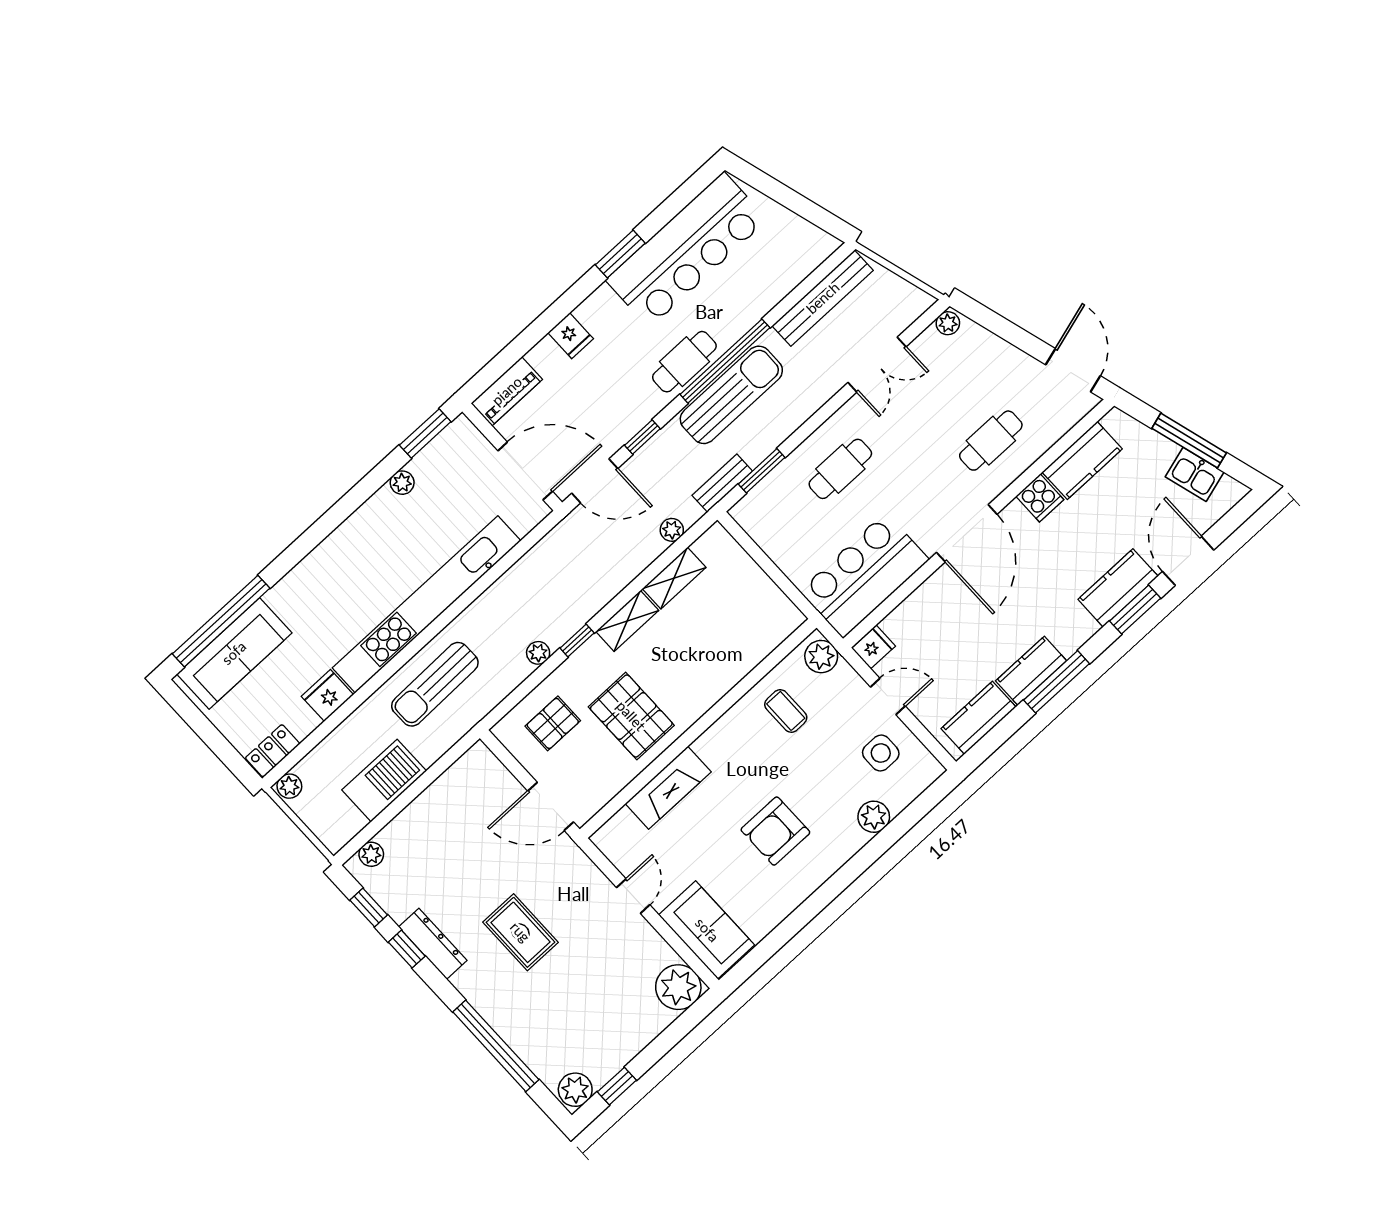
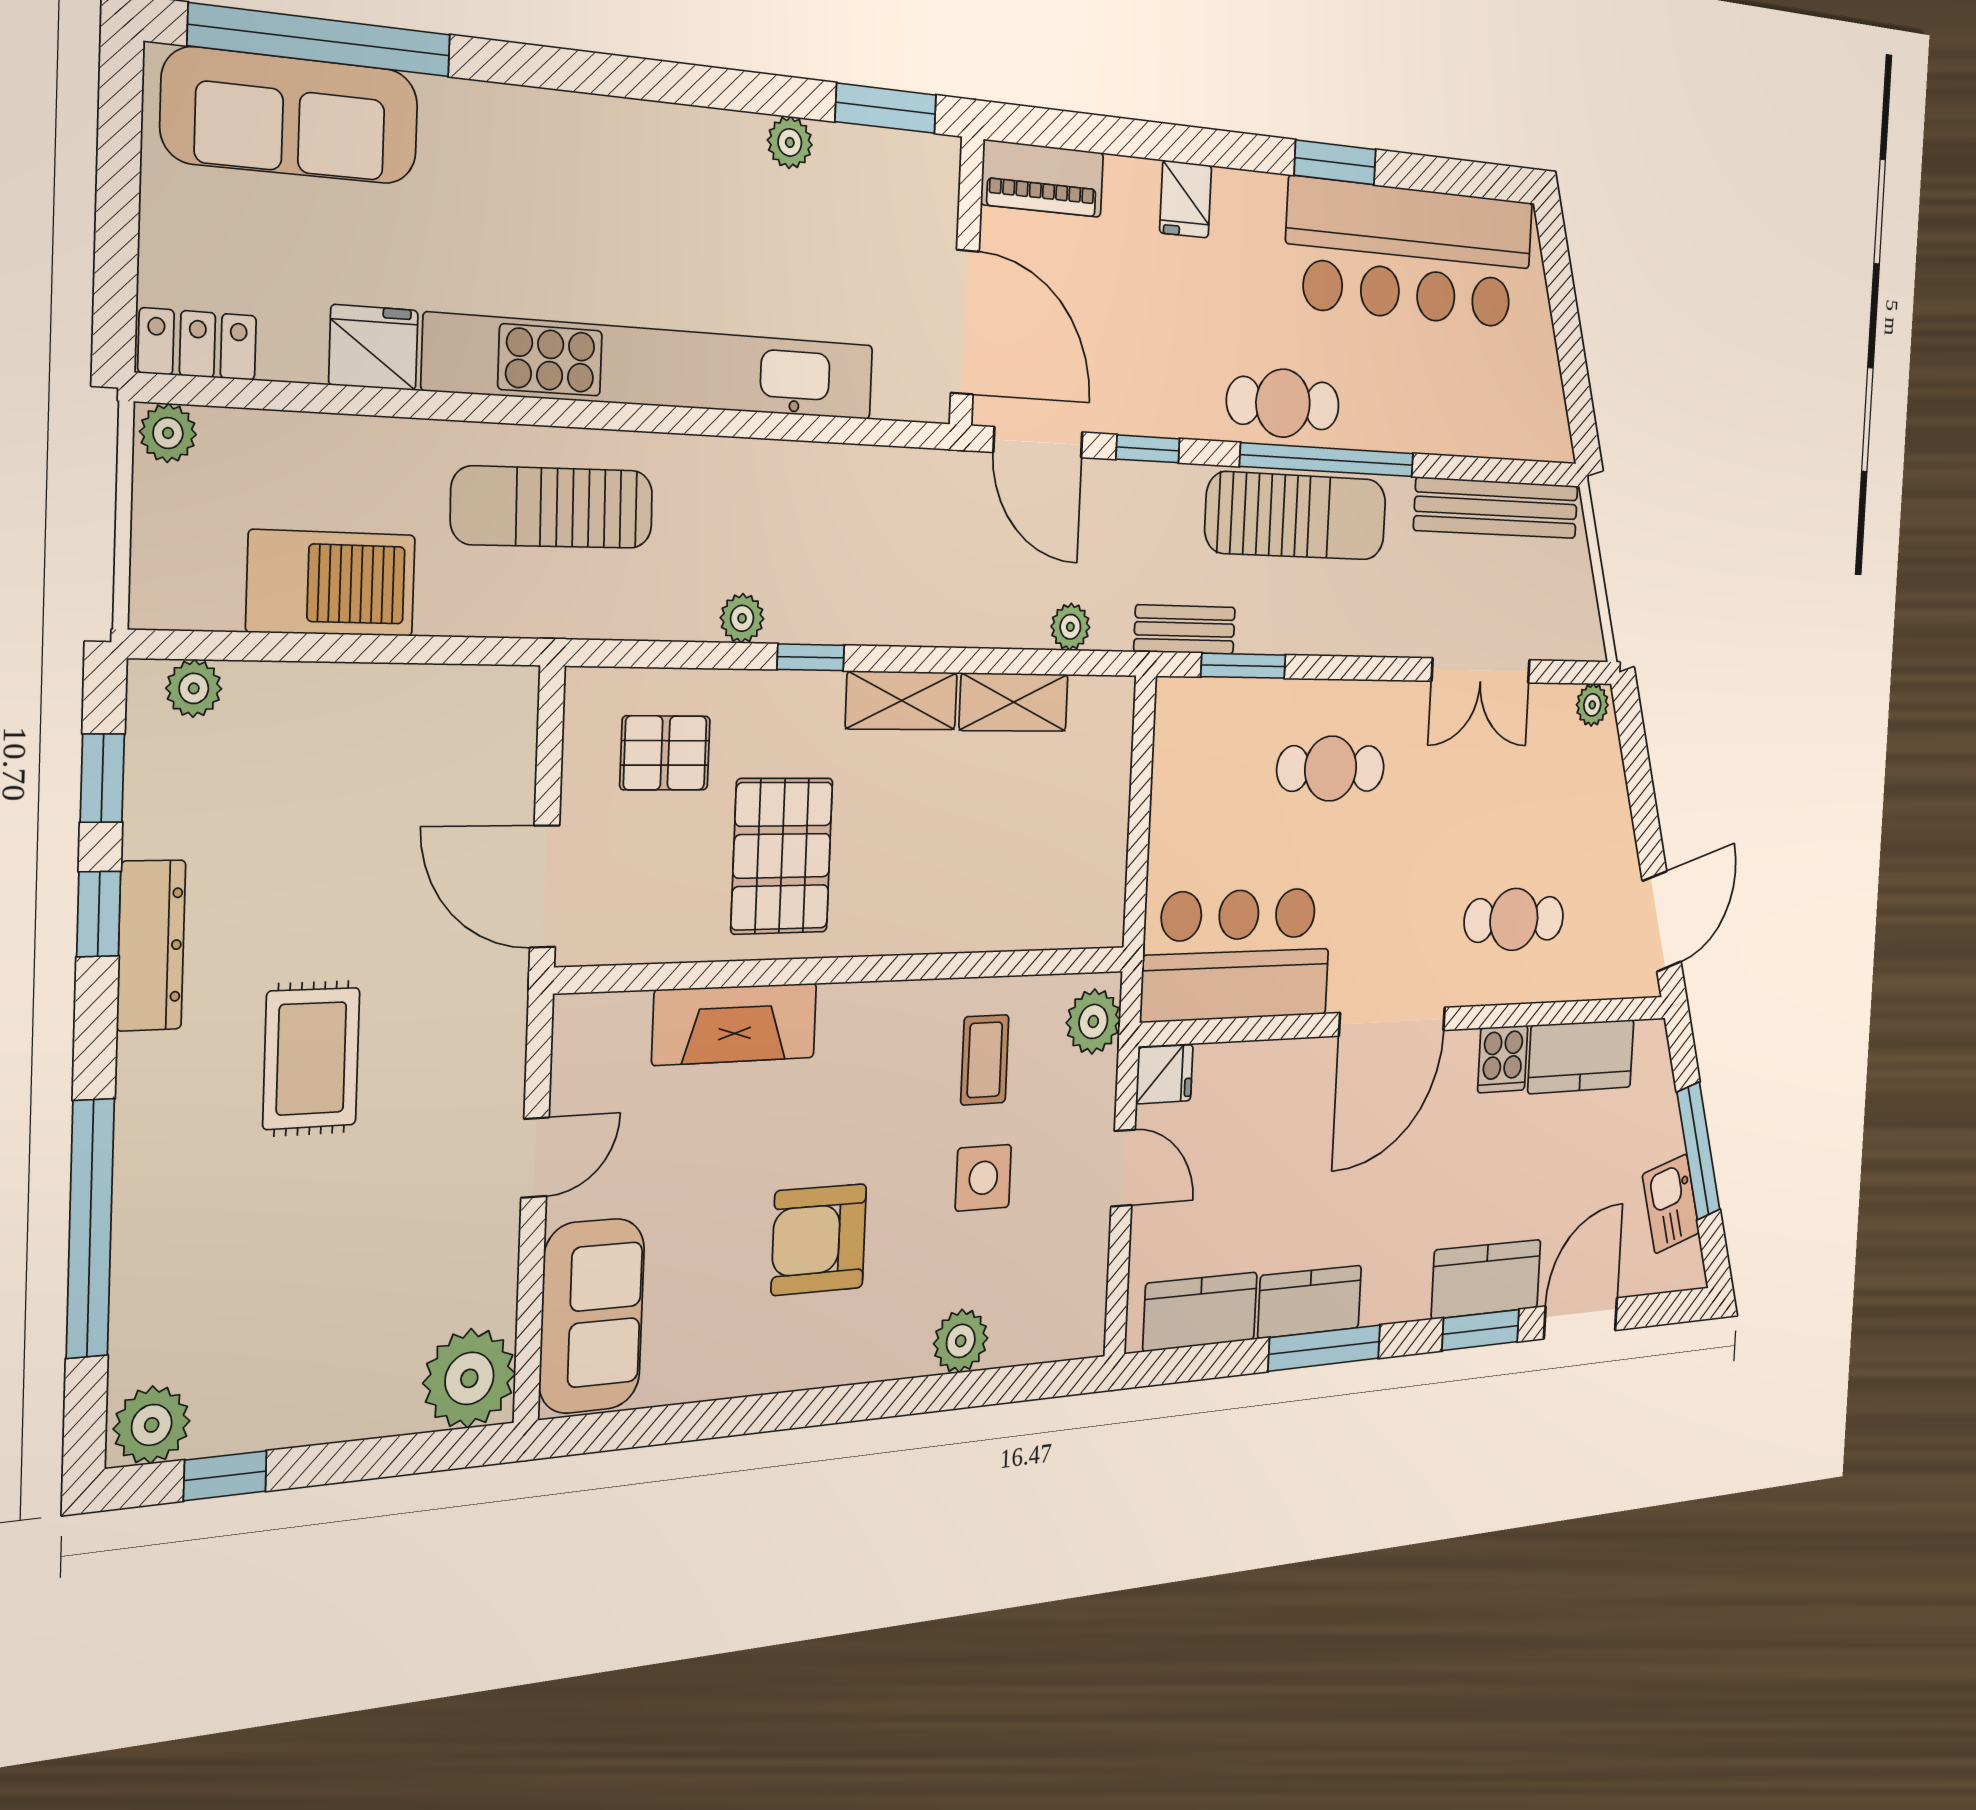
side table: (881, 753) -> (983, 1178), moved

